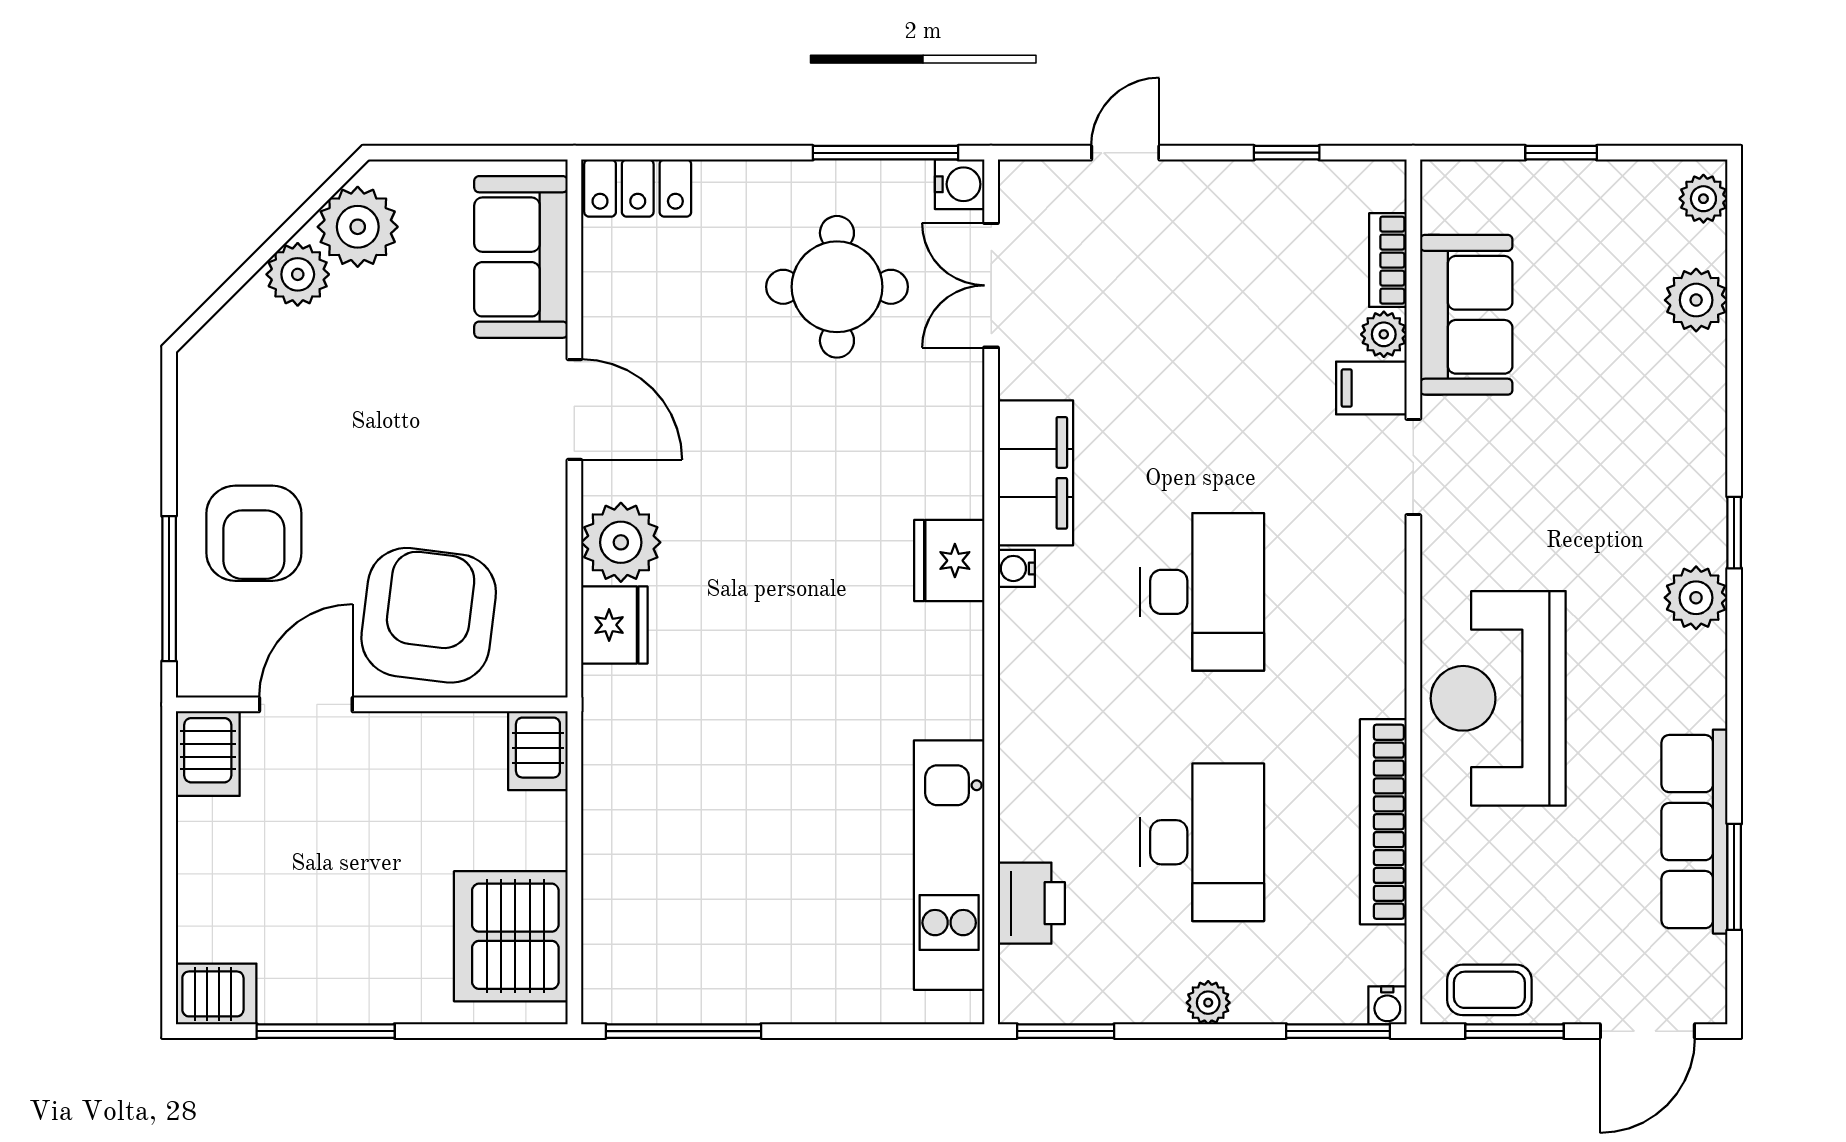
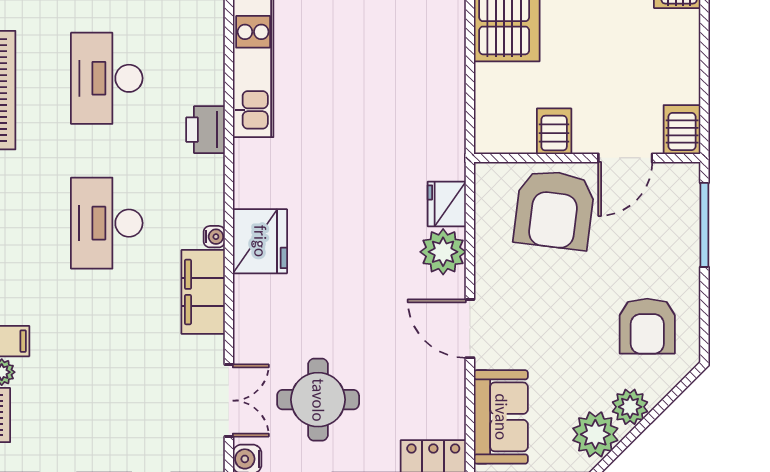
armchair: (254, 533) -> (647, 326), moved, turned 180
fridge: (949, 561) -> (260, 241), width x1.36, depth x1.34
server rack: (538, 751) -> (554, 131), moved
printer: (1031, 903) -> (206, 130), moved

